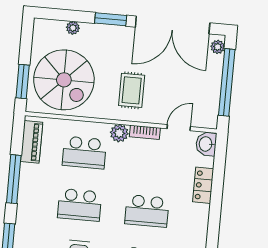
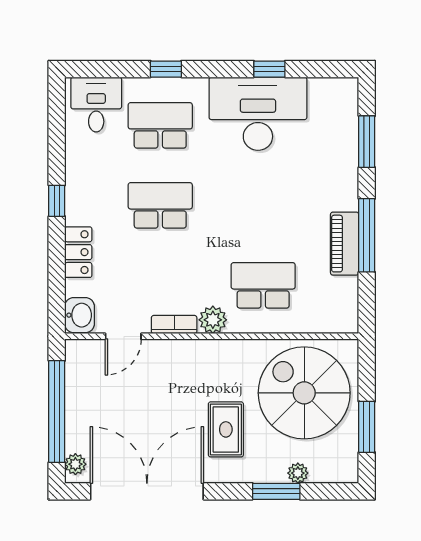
window: (111, 19) -> (276, 491), moved
window: (23, 82) -> (367, 427), moved
rug: (132, 90) -> (226, 429), moved
piano: (32, 142) -> (345, 244), moved
school desk: (80, 205) -> (263, 205), removed
window: (214, 220) -> (57, 201), added

